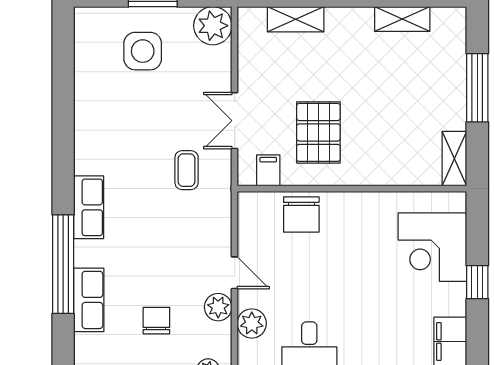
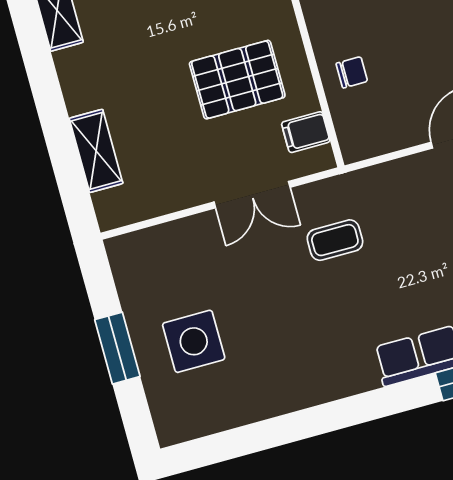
plant: (213, 26) -> (135, 258), removed
chair: (301, 214) -> (352, 72), width x0.54, depth x0.54

